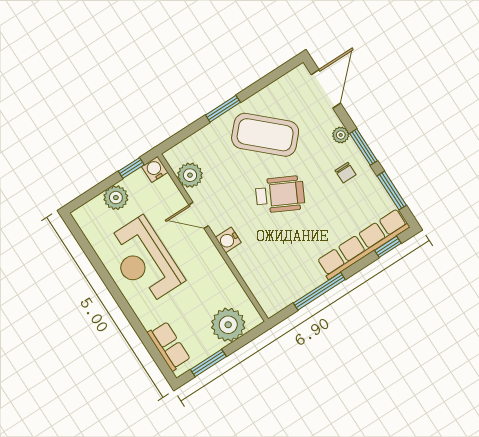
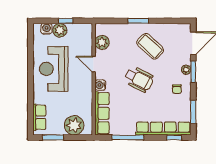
coffee table: (265, 135) -> (150, 46), width x0.73, depth x0.76
window: (364, 147) -> (193, 72), moved
window: (131, 168) -> (66, 21), moved
water cooler: (155, 169) -> (46, 29), moved
row of seats: (258, 280) -> (102, 113), added

